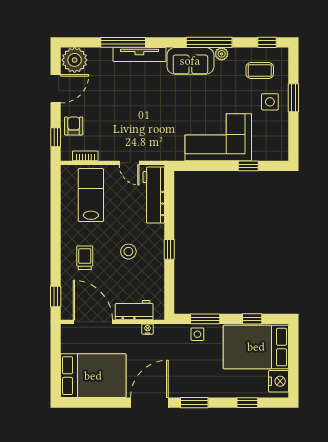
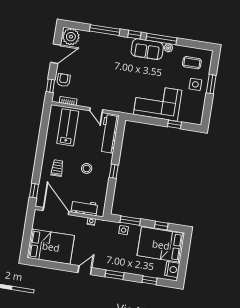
window: (267, 42) -> (134, 35), moved
tv unit: (139, 54) -> (114, 40), removed
door: (149, 403) -> (85, 270), width x0.53

